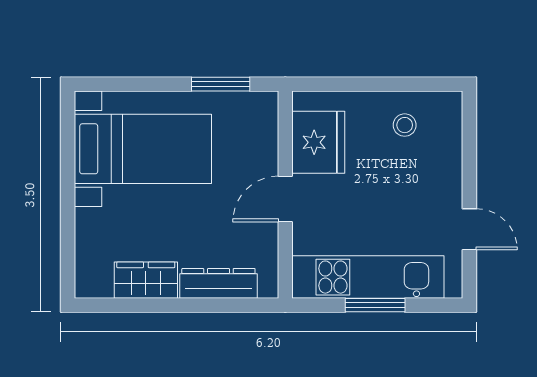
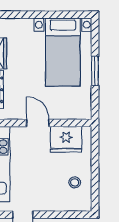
window: (221, 84) -> (95, 71), moved

